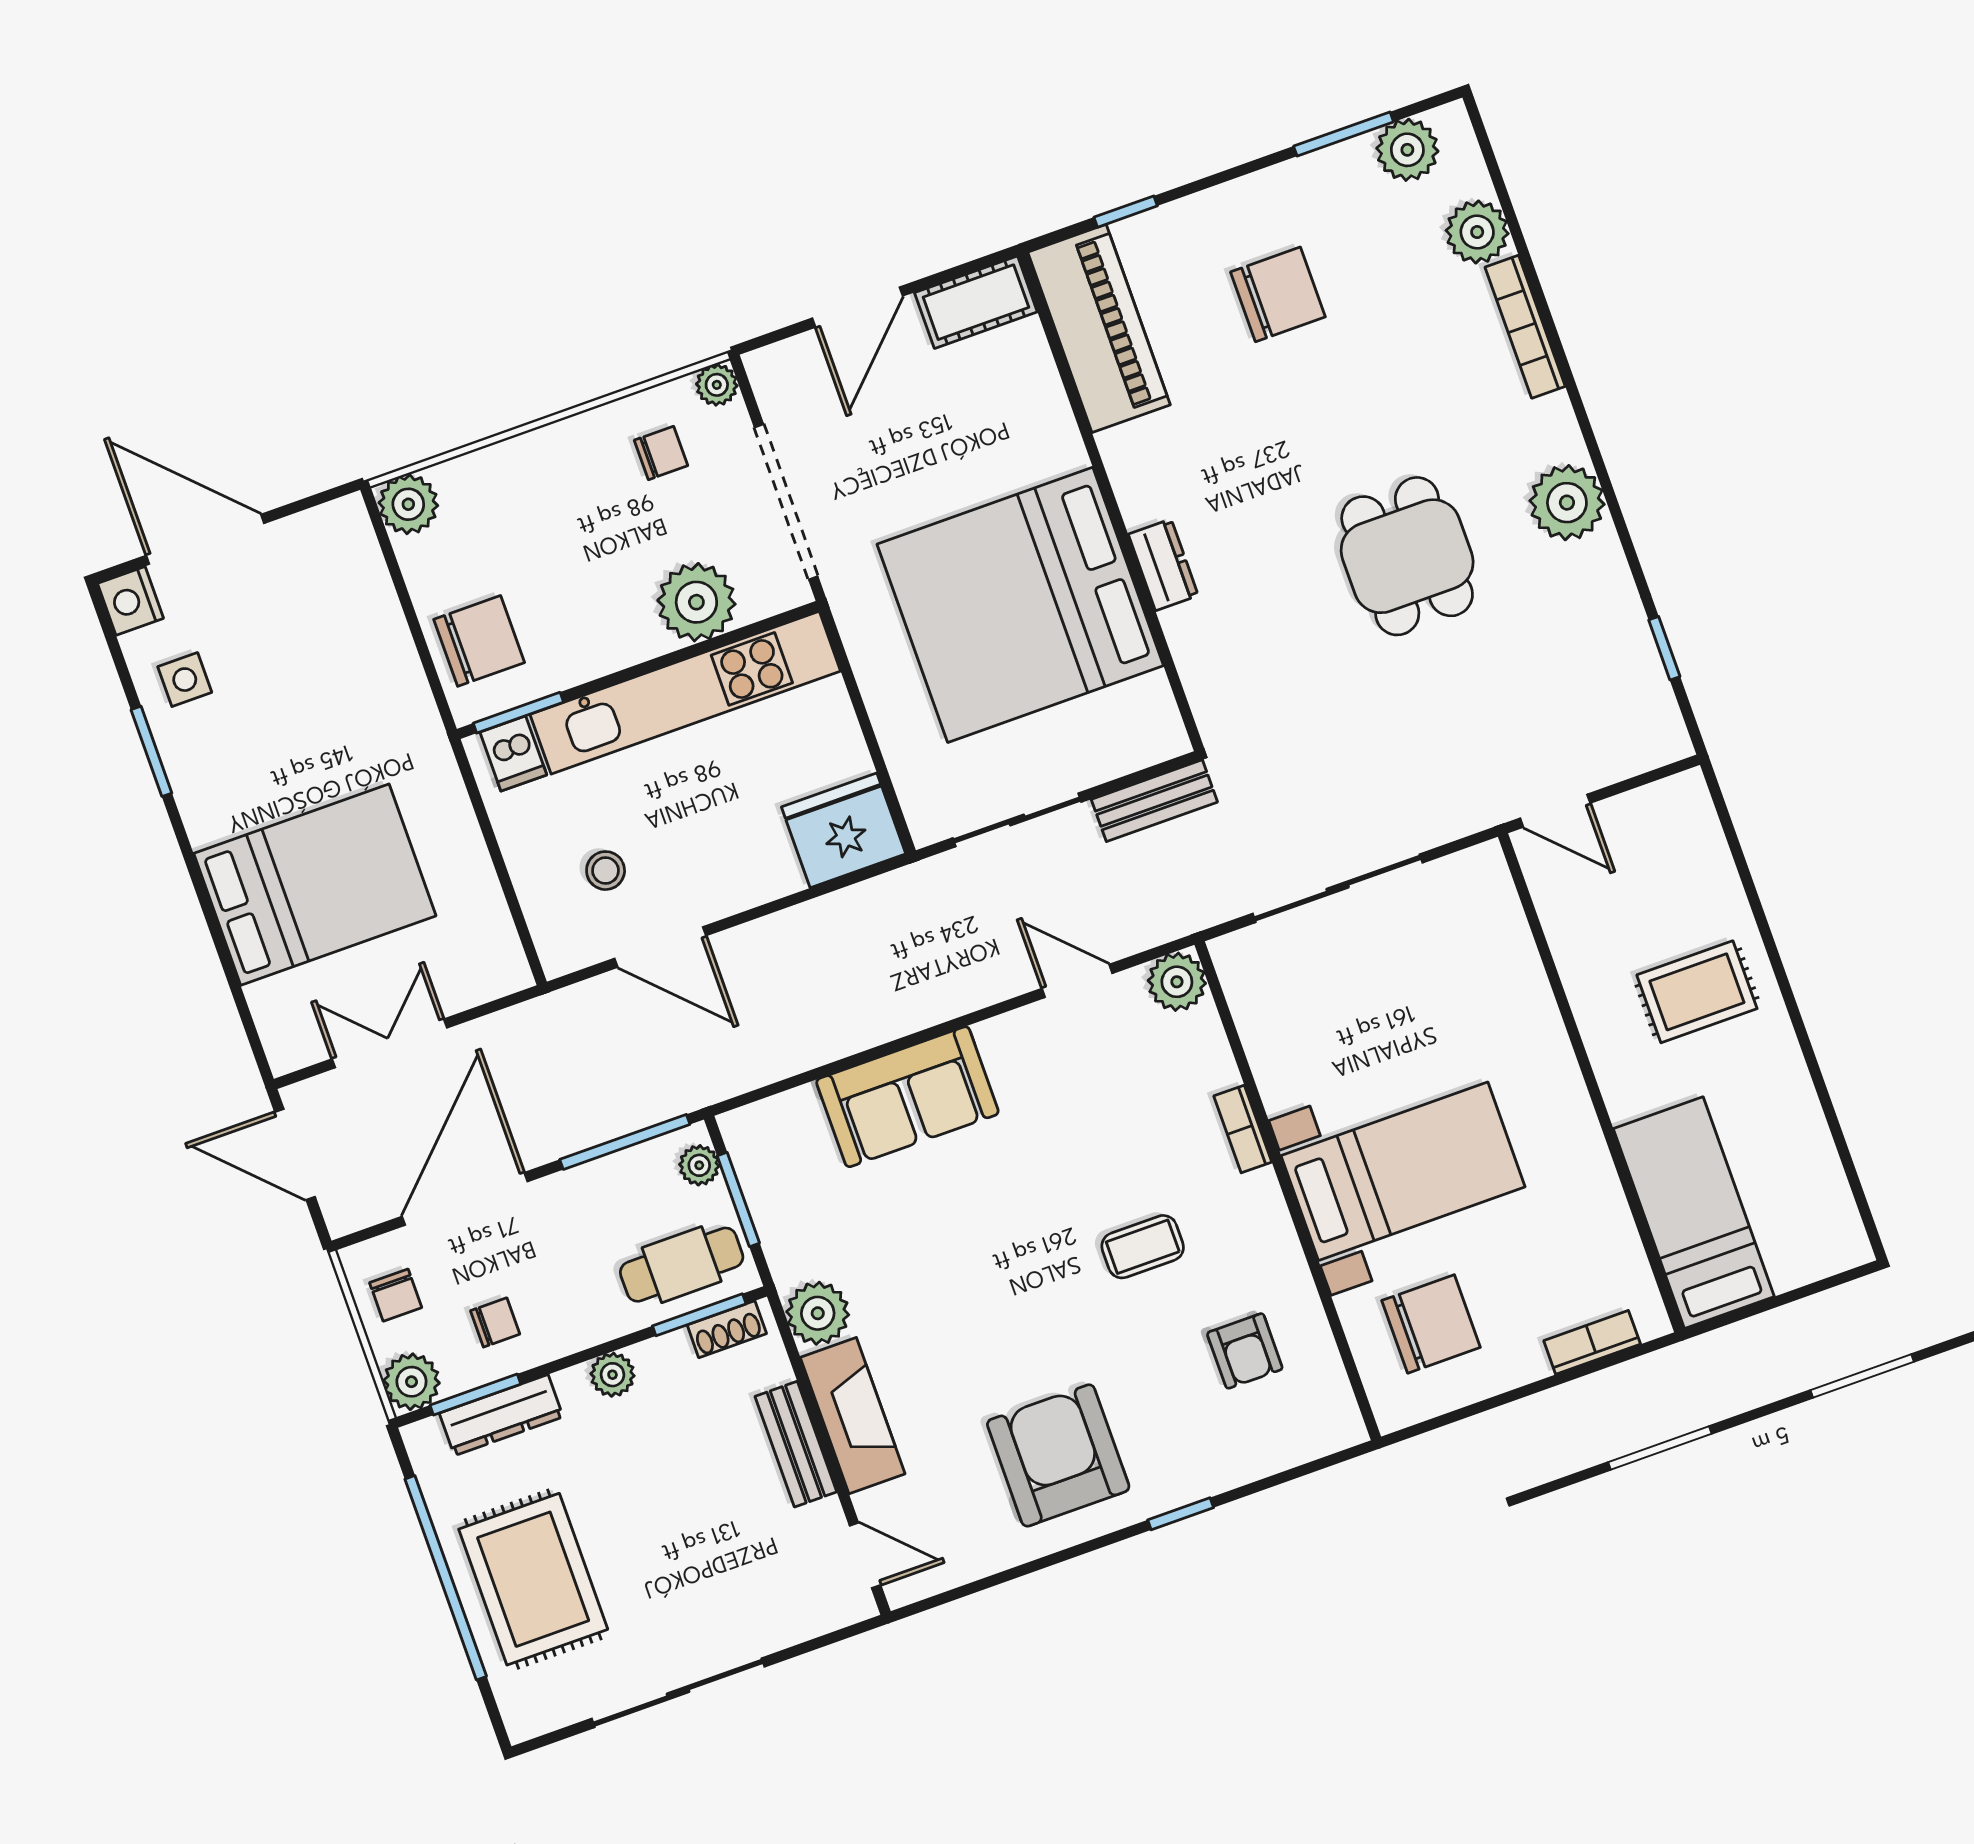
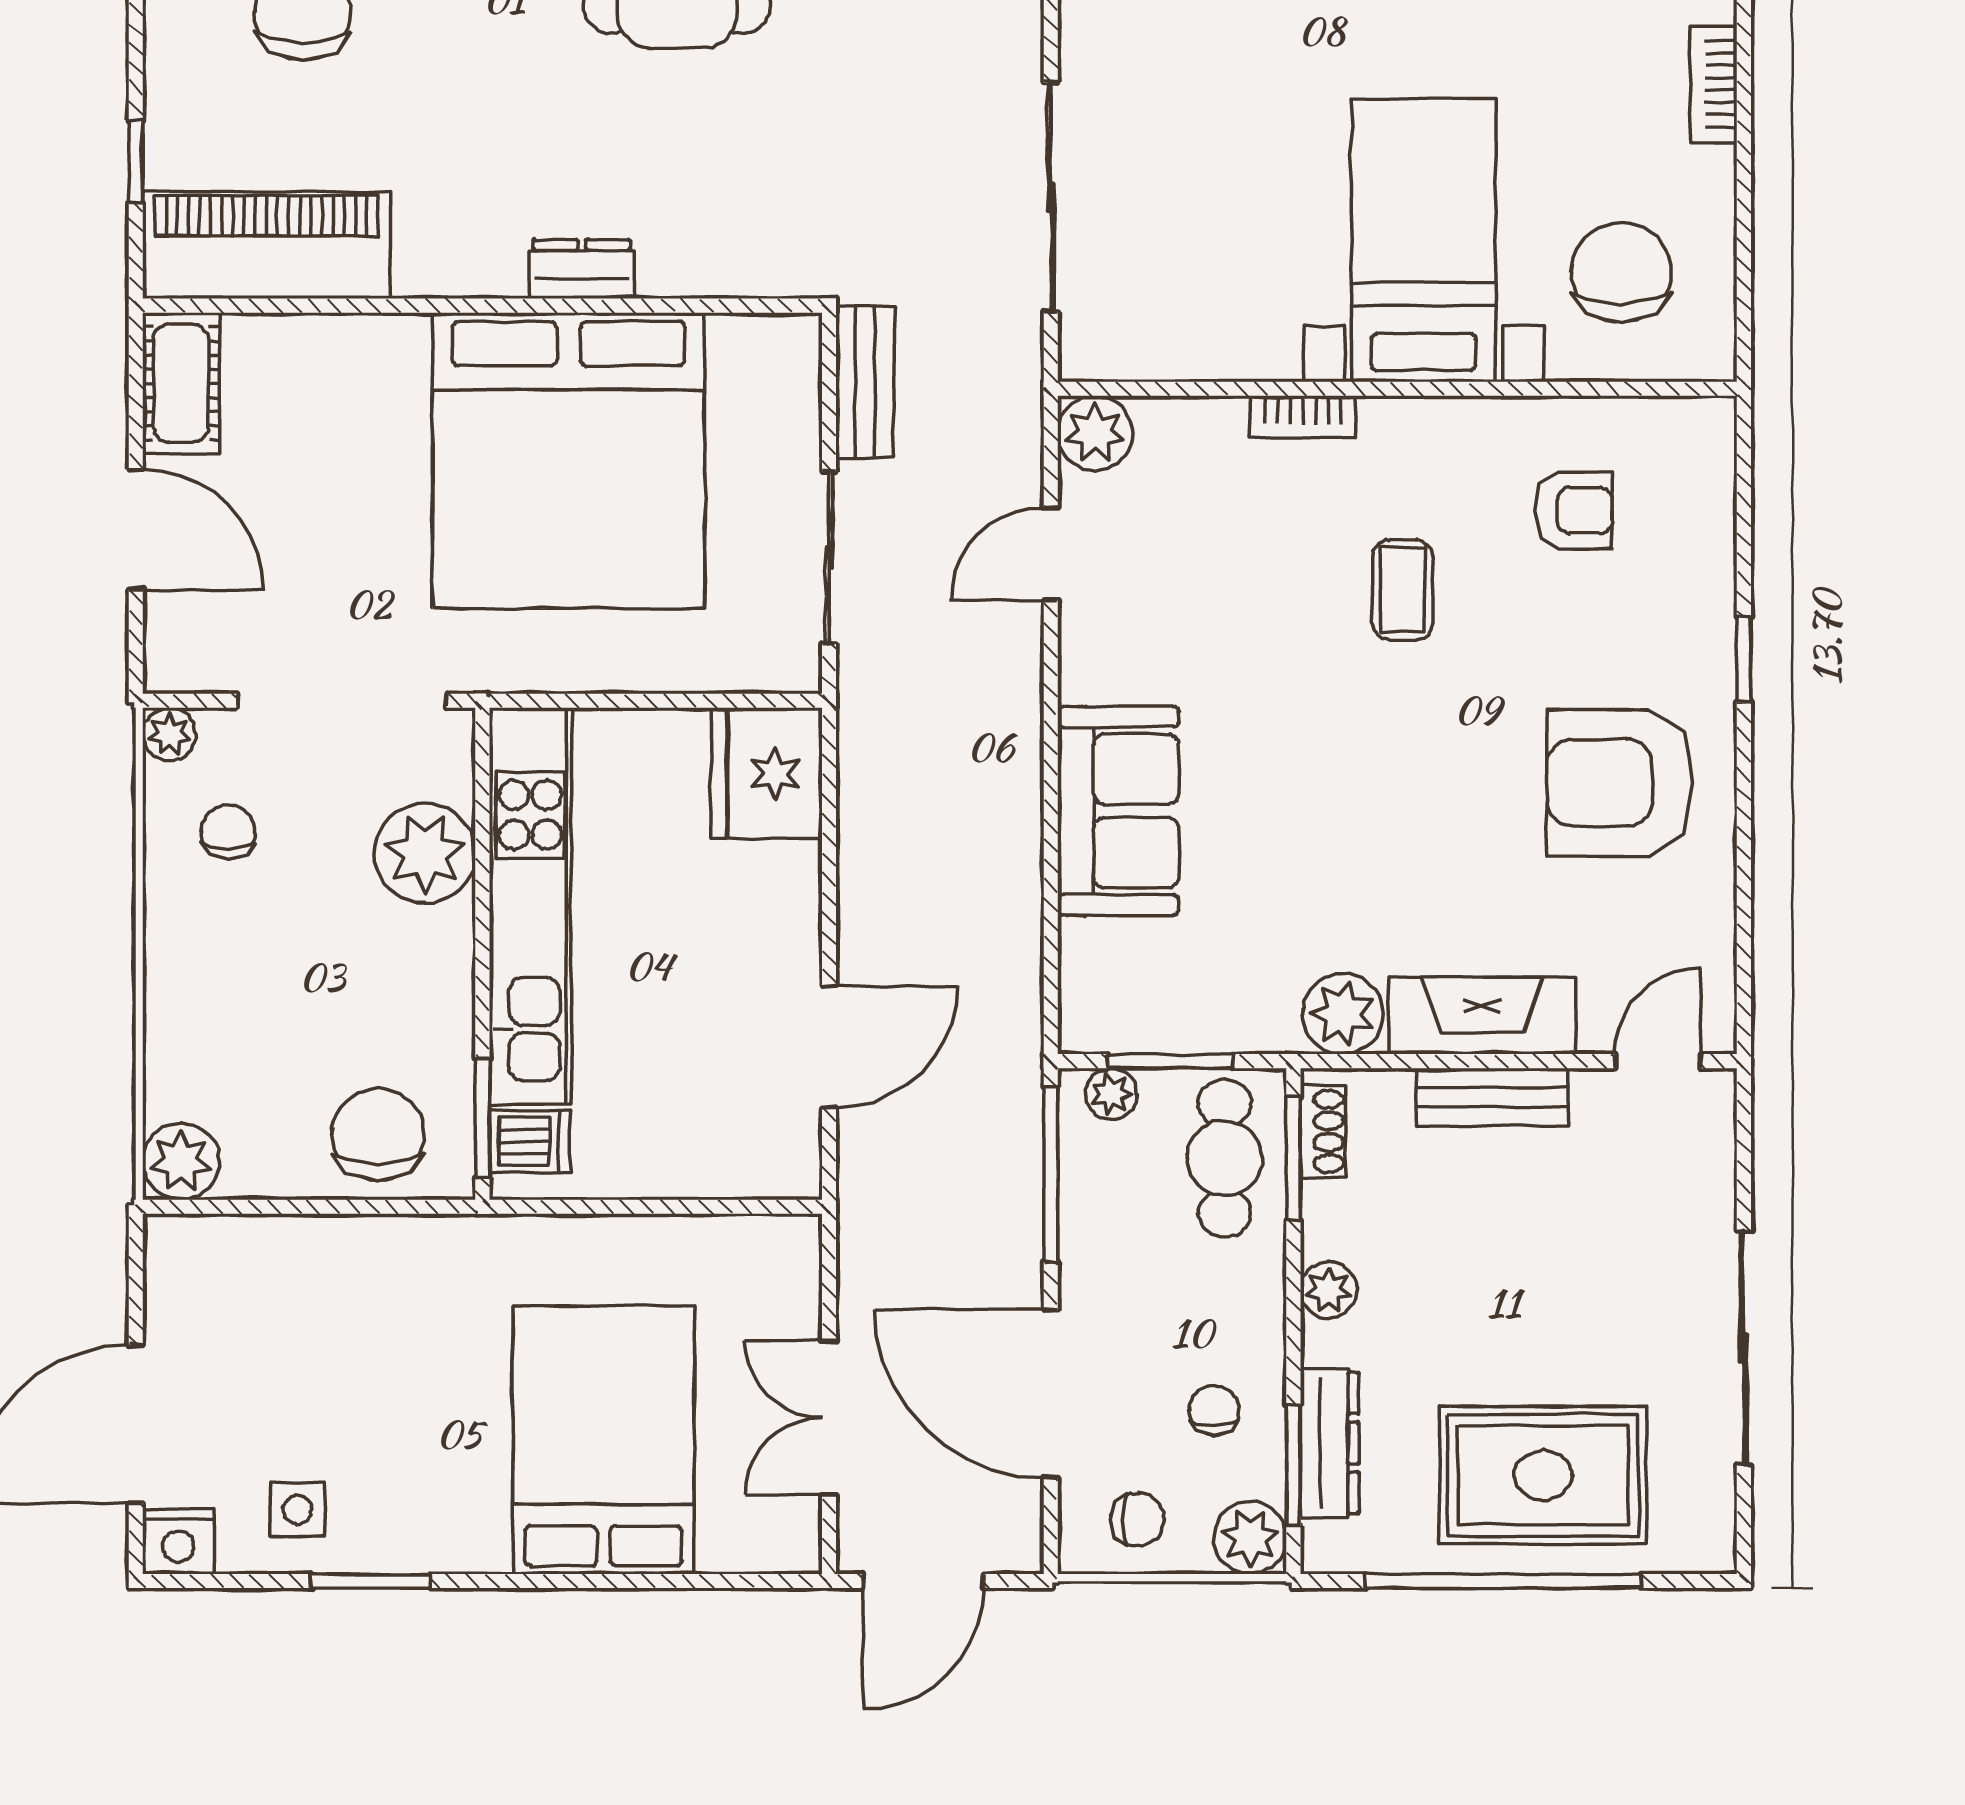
stool: (606, 871) -> (712, 1080), removed

